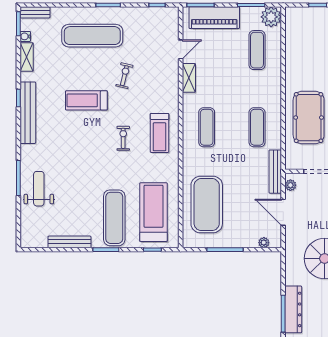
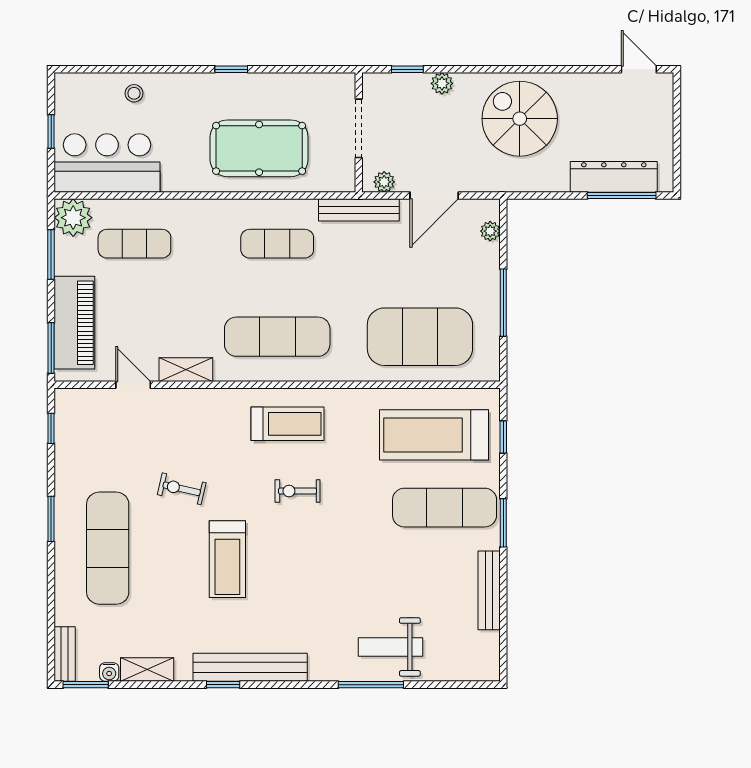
bar counter: (301, 35) -> (107, 163), added
exercise mat: (207, 127) -> (277, 337), width x1.36, depth x1.45

